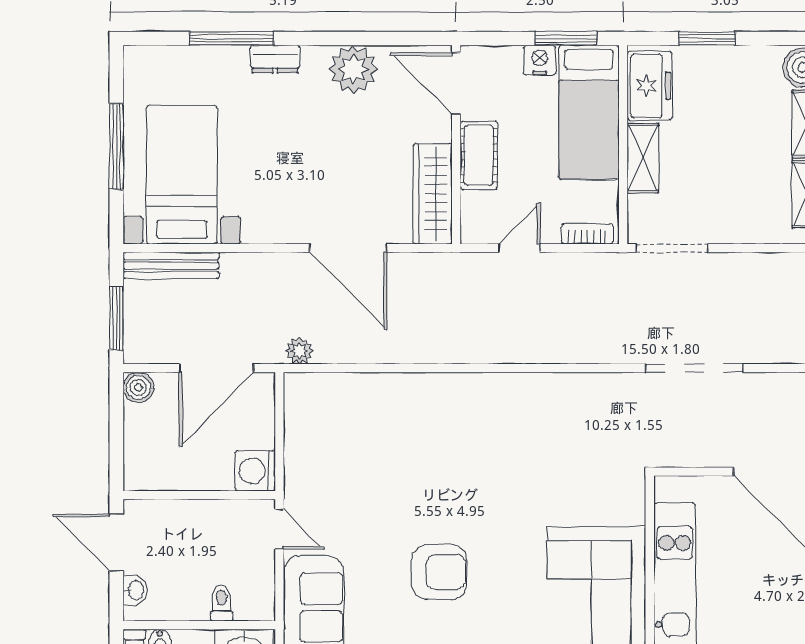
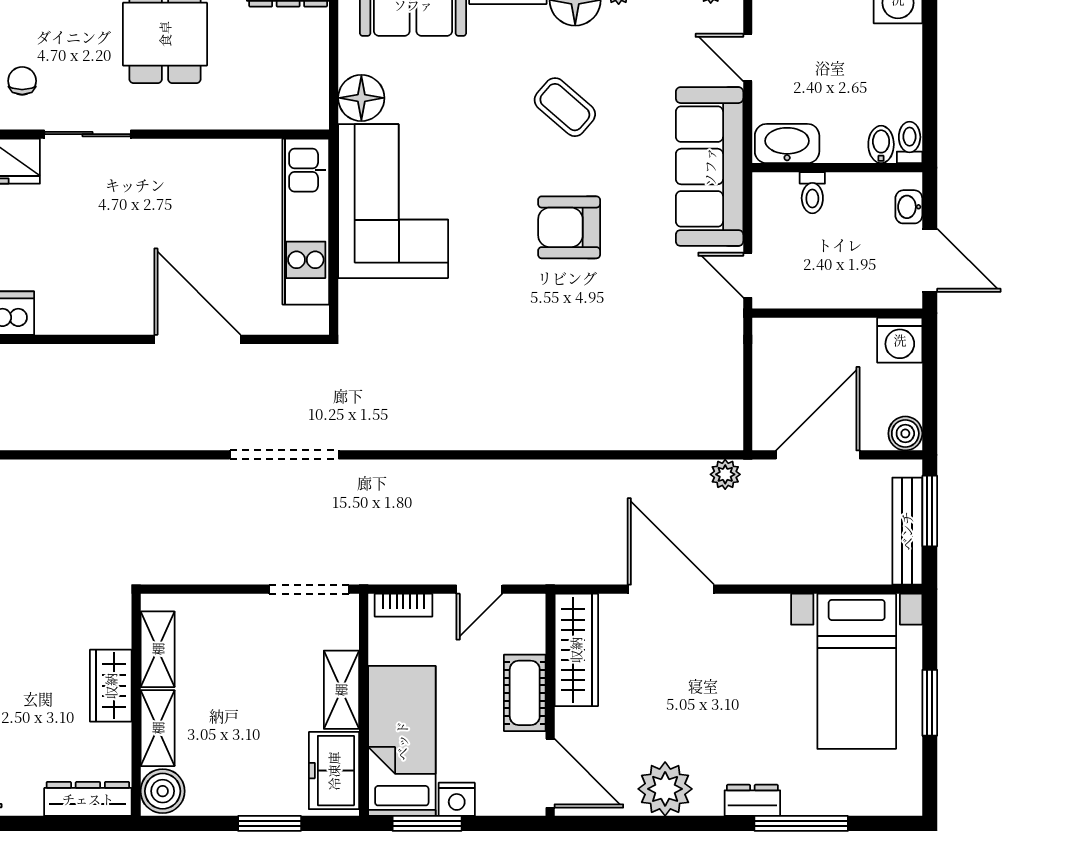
window: (116, 146) -> (930, 703), width x0.69
bench: (171, 266) -> (907, 531), moved, turned 90
washing machine: (255, 471) -> (900, 340), moved, turned 90

